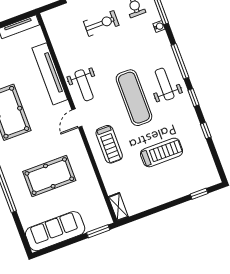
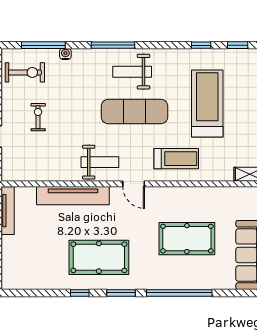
exercise bike: (101, 23) -> (38, 117), width x0.73, depth x0.72
window: (193, 98) -> (238, 45), moved
treadmill: (162, 152) -> (207, 103), width x1.37, depth x1.38
pool table: (49, 176) -> (187, 239), turned 90

